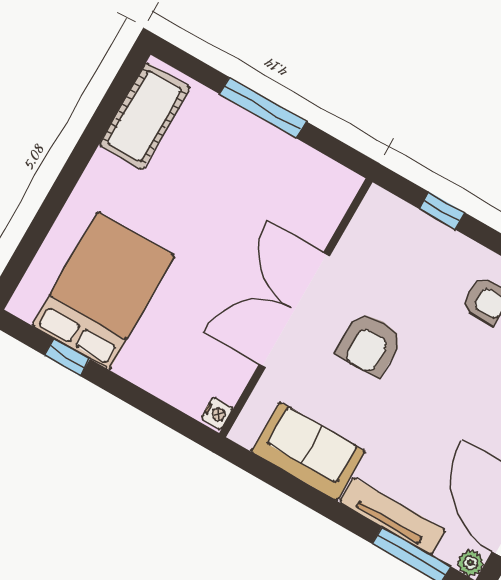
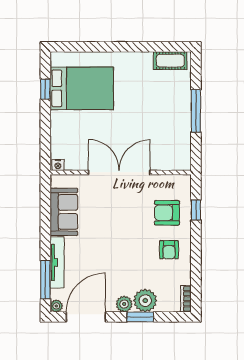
cot: (145, 116) -> (170, 61), width x0.73, depth x0.75
armchair: (370, 344) -> (167, 213), moved

